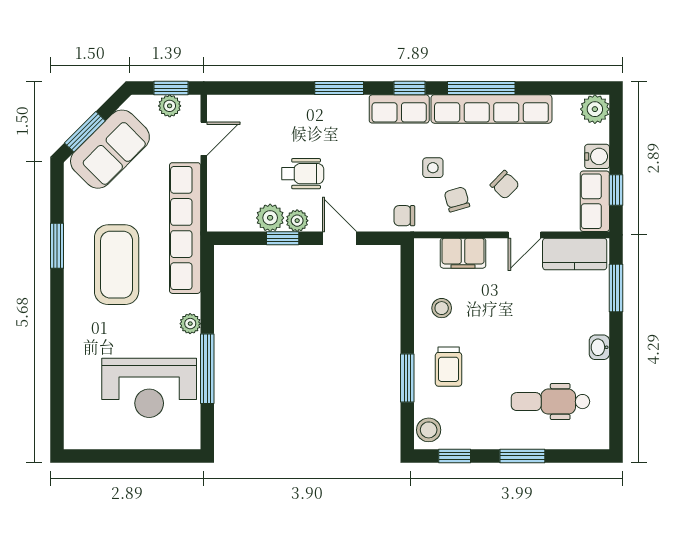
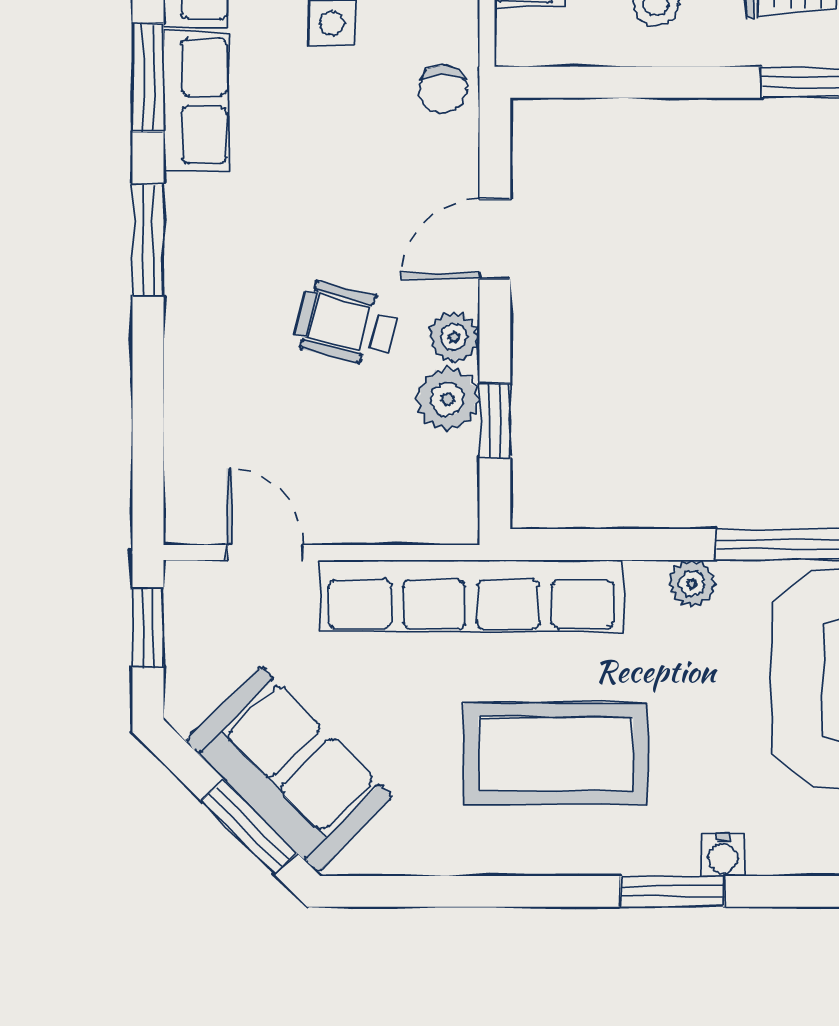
window: (409, 88) -> (148, 77), width x1.50
plant: (170, 106) -> (189, 631), removed
wheelchair: (303, 174) -> (346, 324), turned -76
window: (283, 238) -> (495, 421), moved
window: (57, 246) -> (672, 891), moved
water cooler: (73, 337) -> (723, 855), added

